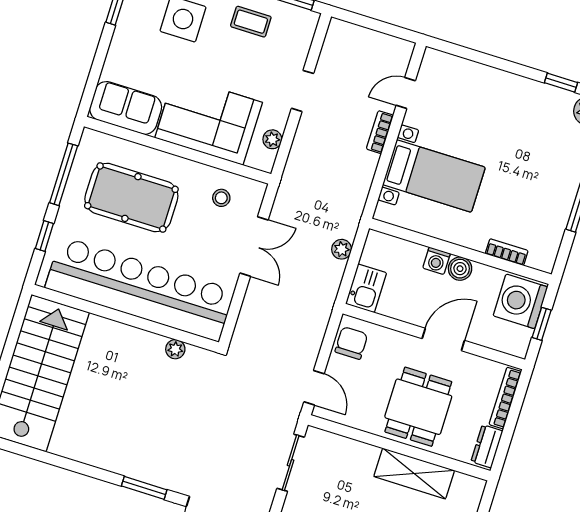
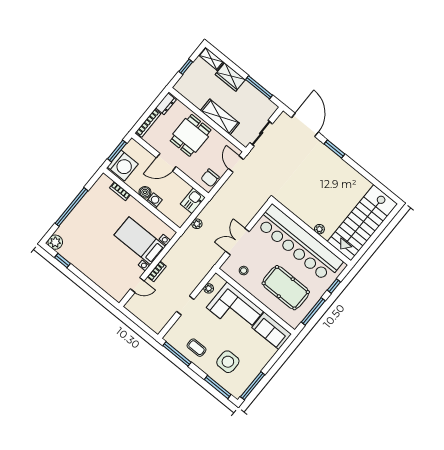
window: (542, 324) -> (117, 151), width x1.50
plant: (175, 349) -> (319, 229), moved
shelving: (414, 473) -> (220, 117), moved

